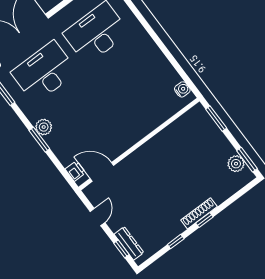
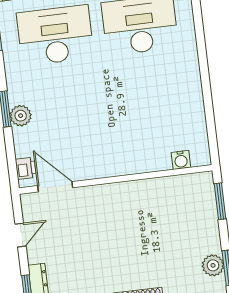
water cooler: (182, 89) -> (181, 160), moved, turned 90
plant: (44, 127) -> (21, 116), moved

